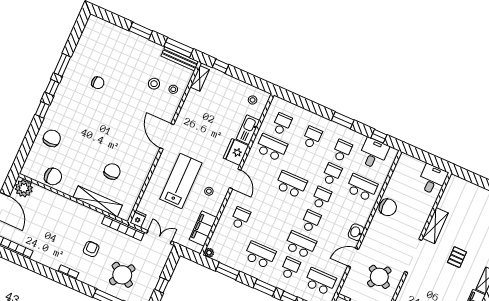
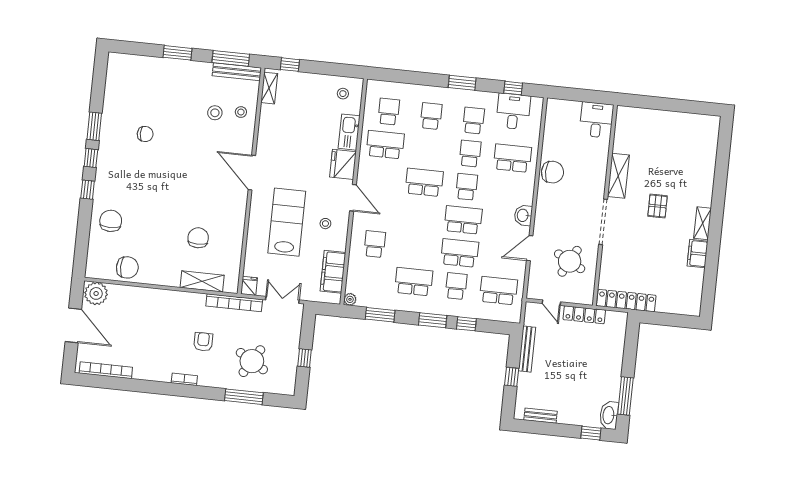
shelving: (98, 201) -> (202, 281), width x0.68
school desk: (311, 221) -> (463, 220), width x1.85

